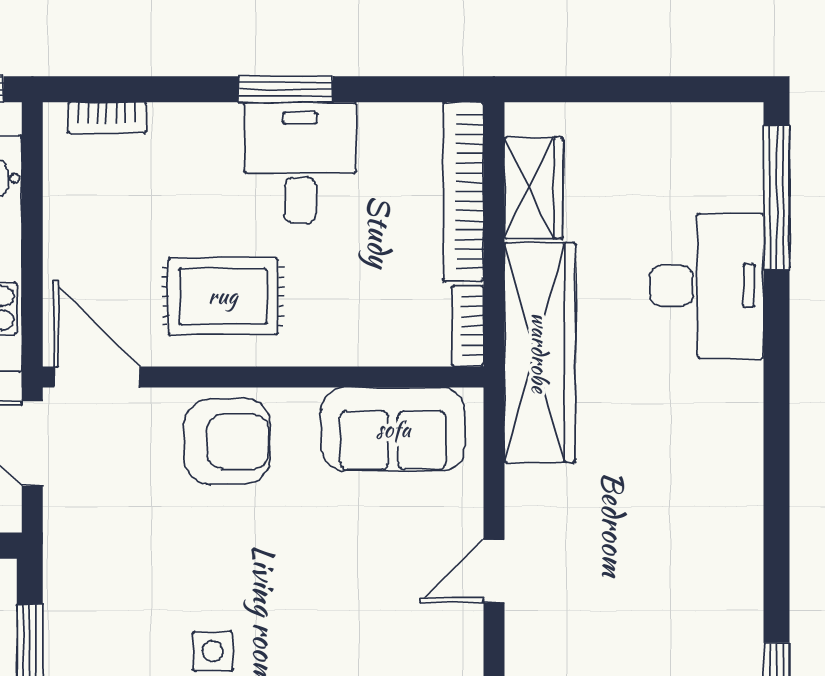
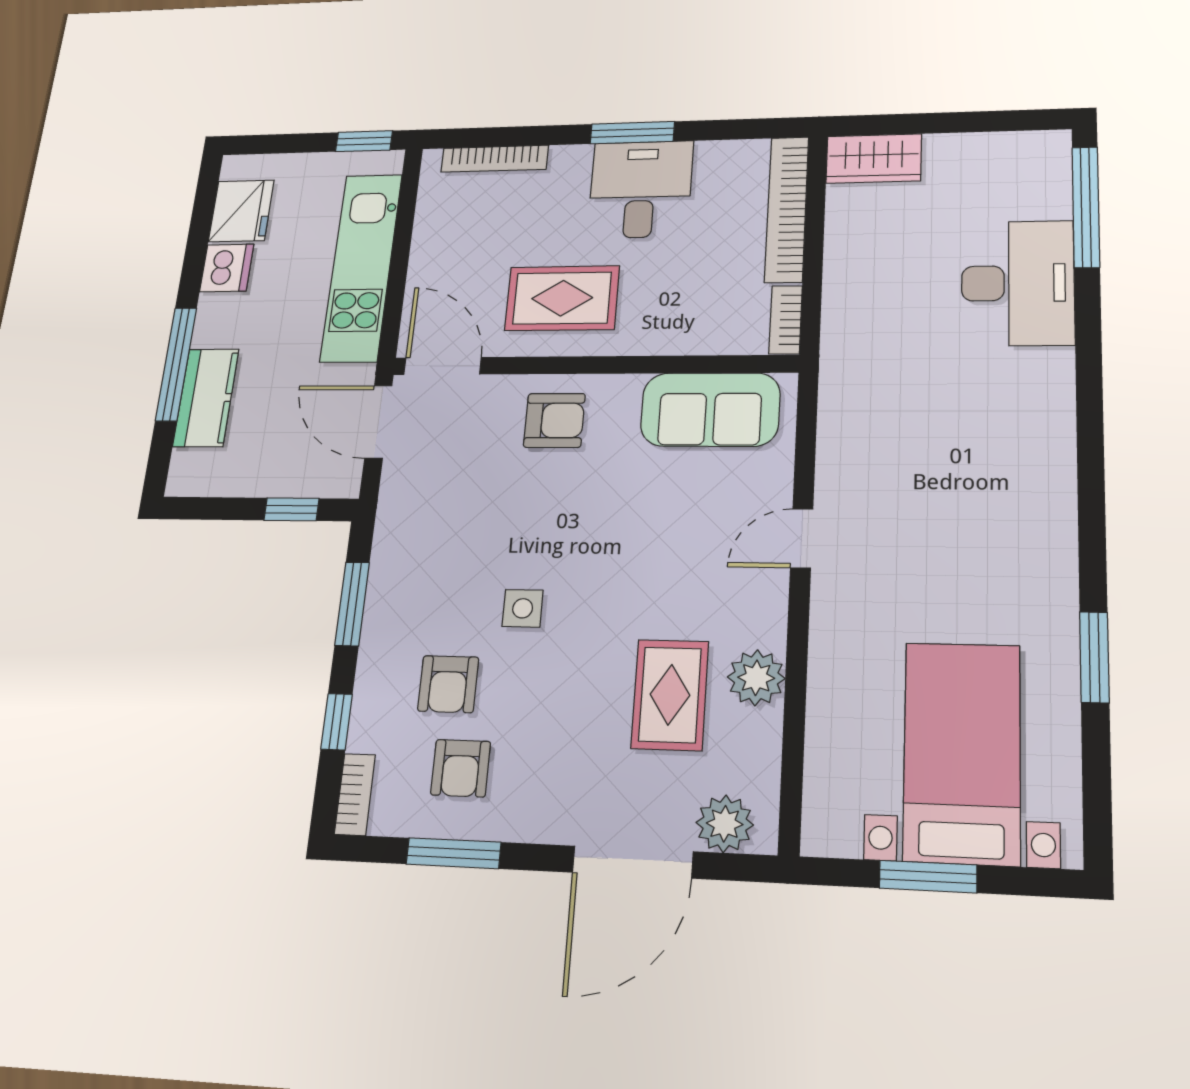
bookcase: (107, 118) -> (495, 159), width x1.56
wardrobe: (534, 188) -> (874, 159), moved, turned 90
wardrobe: (540, 353) -> (854, 342), removed
armchair: (227, 442) -> (554, 420), width x0.72, depth x0.72

